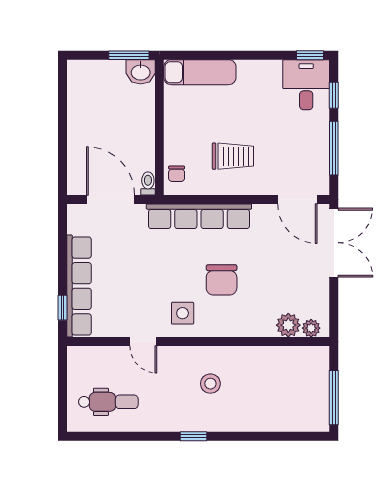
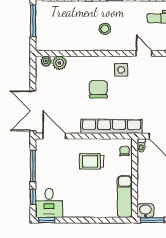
exam couch: (200, 72) -> (125, 197), moved, turned -90

